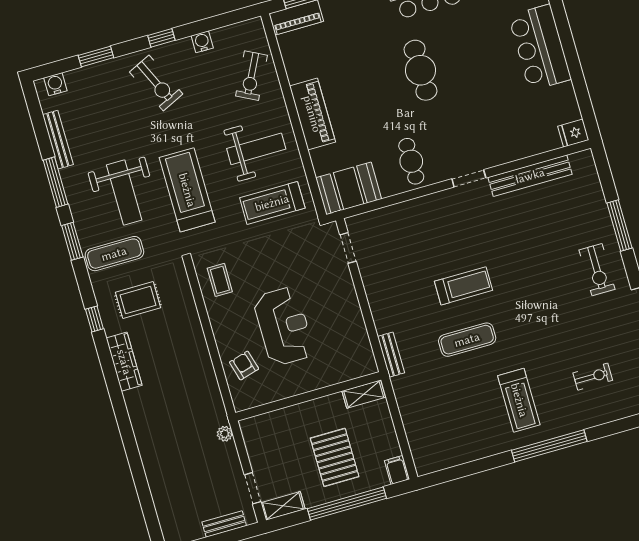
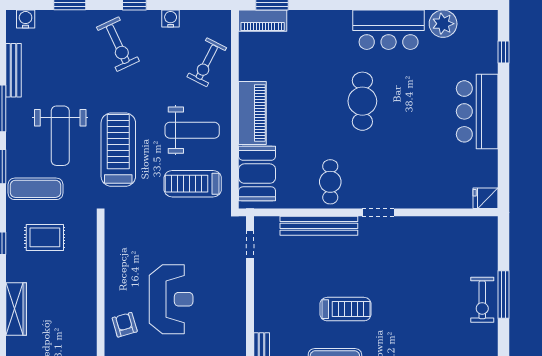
bench: (530, 176) -> (319, 226), moved
booth: (349, 188) -> (257, 174), moved, turned 90
exercise bike: (597, 270) -> (482, 300), moved
coffee table: (220, 280) -> (125, 240), removed
wardrobe: (124, 362) -> (16, 309), moved

